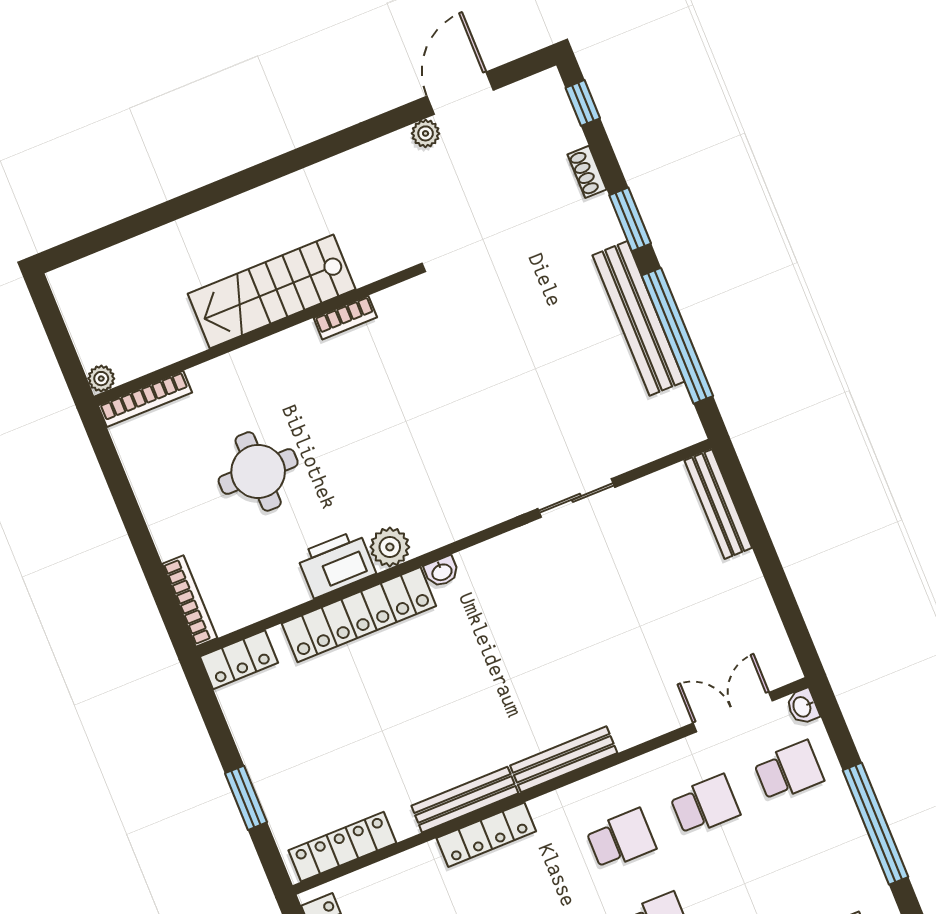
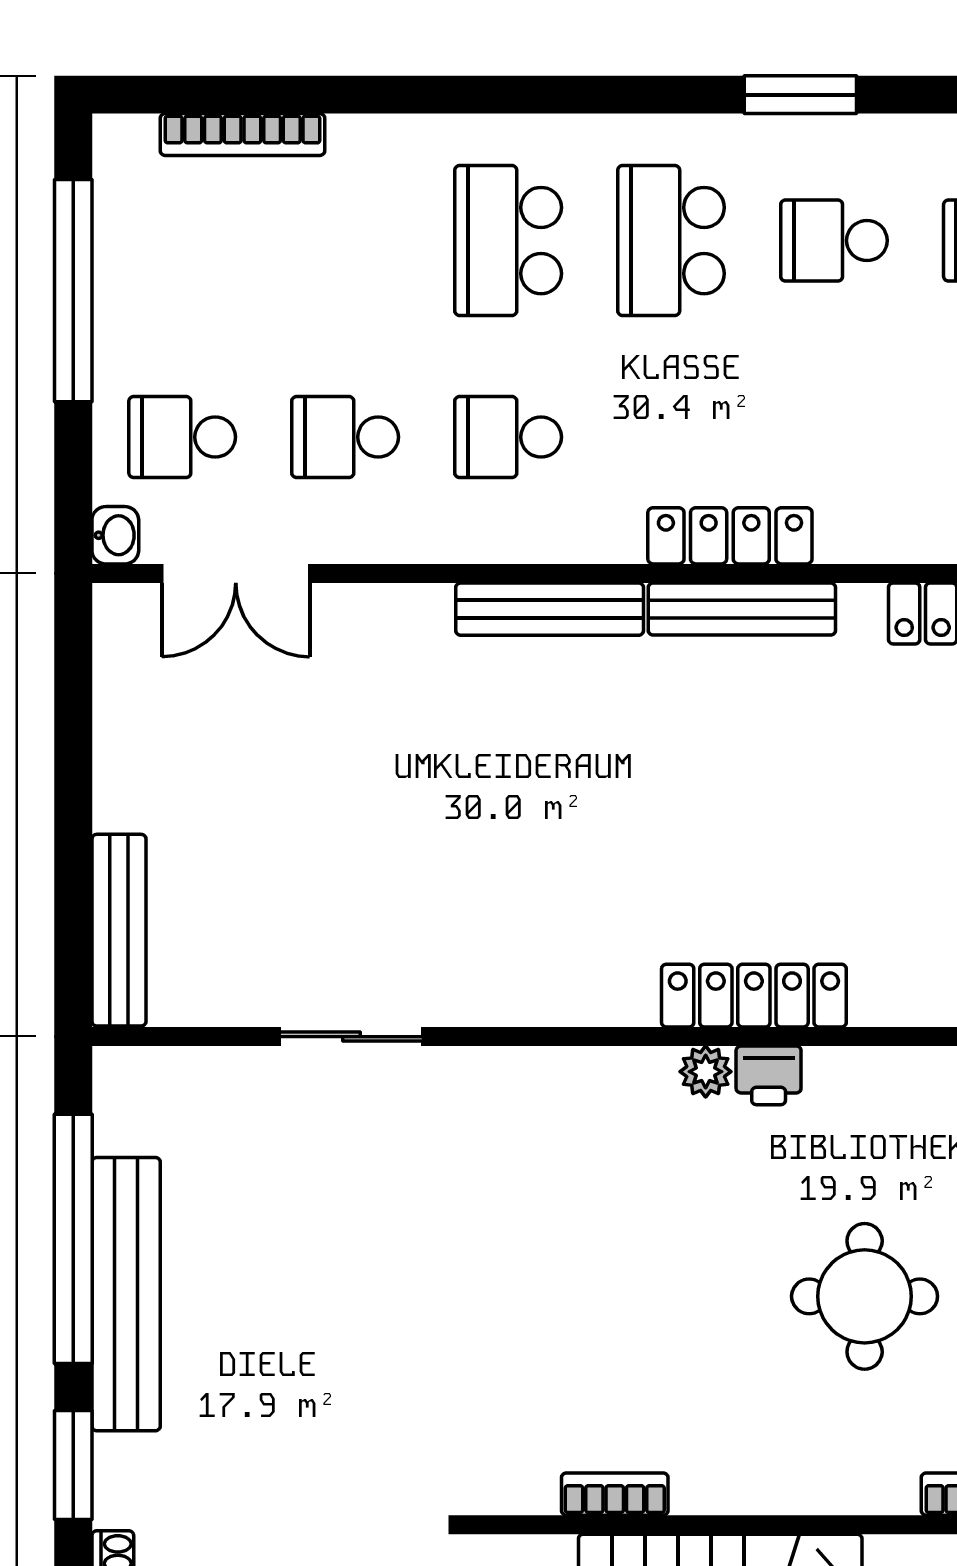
plant: (390, 547) -> (706, 1072), width x0.73, depth x0.73
printer: (336, 564) -> (769, 1075), width x0.53, depth x0.68
washbasin: (442, 572) -> (626, 1005), removed
locker: (359, 615) -> (754, 996), width x0.71, depth x0.83

